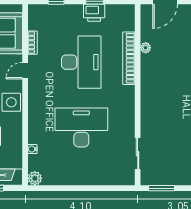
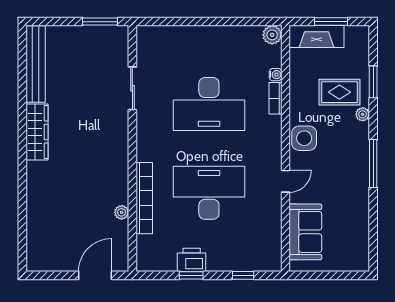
bookcase: (32, 43) -> (275, 98), moved
desk: (81, 62) -> (209, 193), turned 90
sliding door: (138, 154) -> (132, 88), moved

